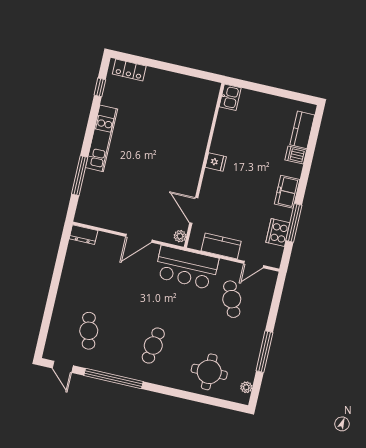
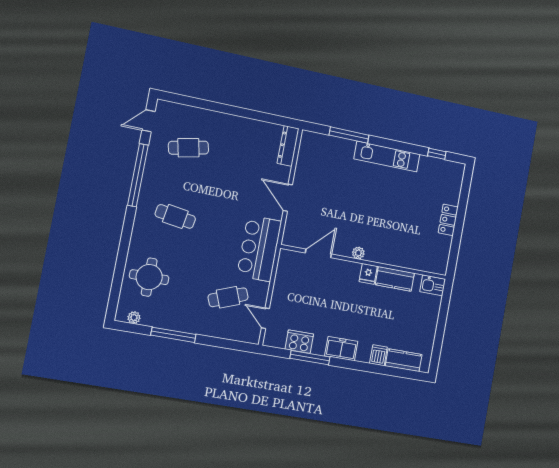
locker: (129, 70) -> (448, 220), moved
dresser: (83, 235) -> (288, 146), width x1.44
plant: (180, 236) -> (358, 253), moved
kitchen counter: (221, 246) -> (395, 279), moved, turned 90

